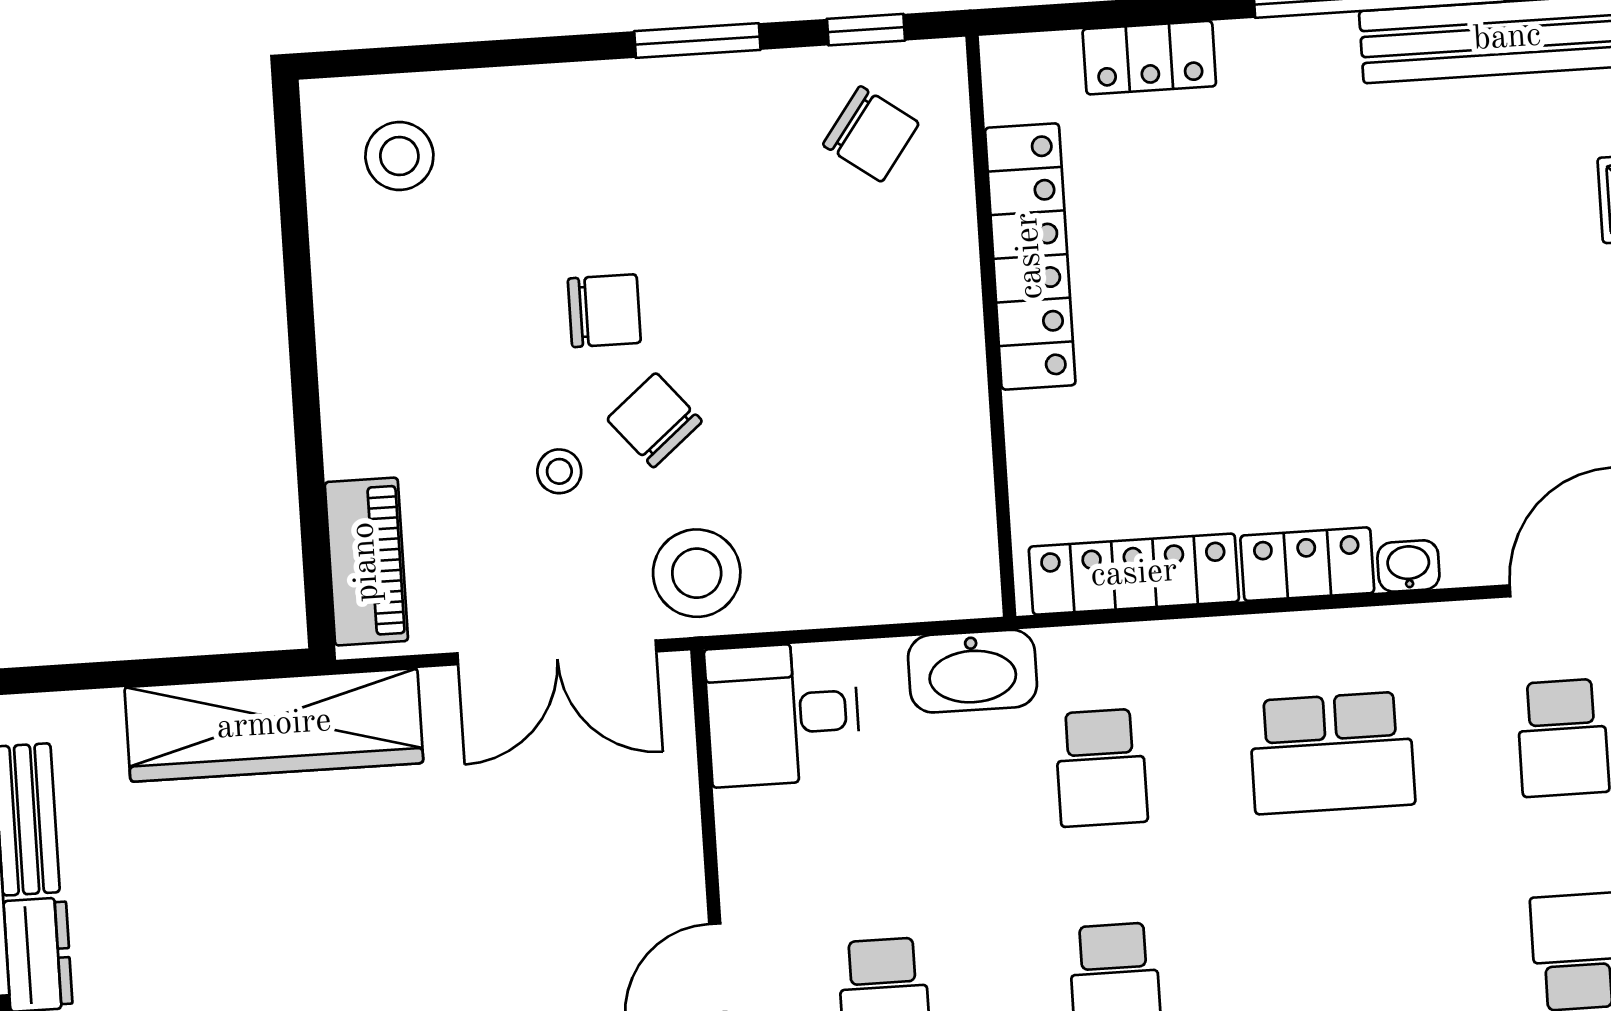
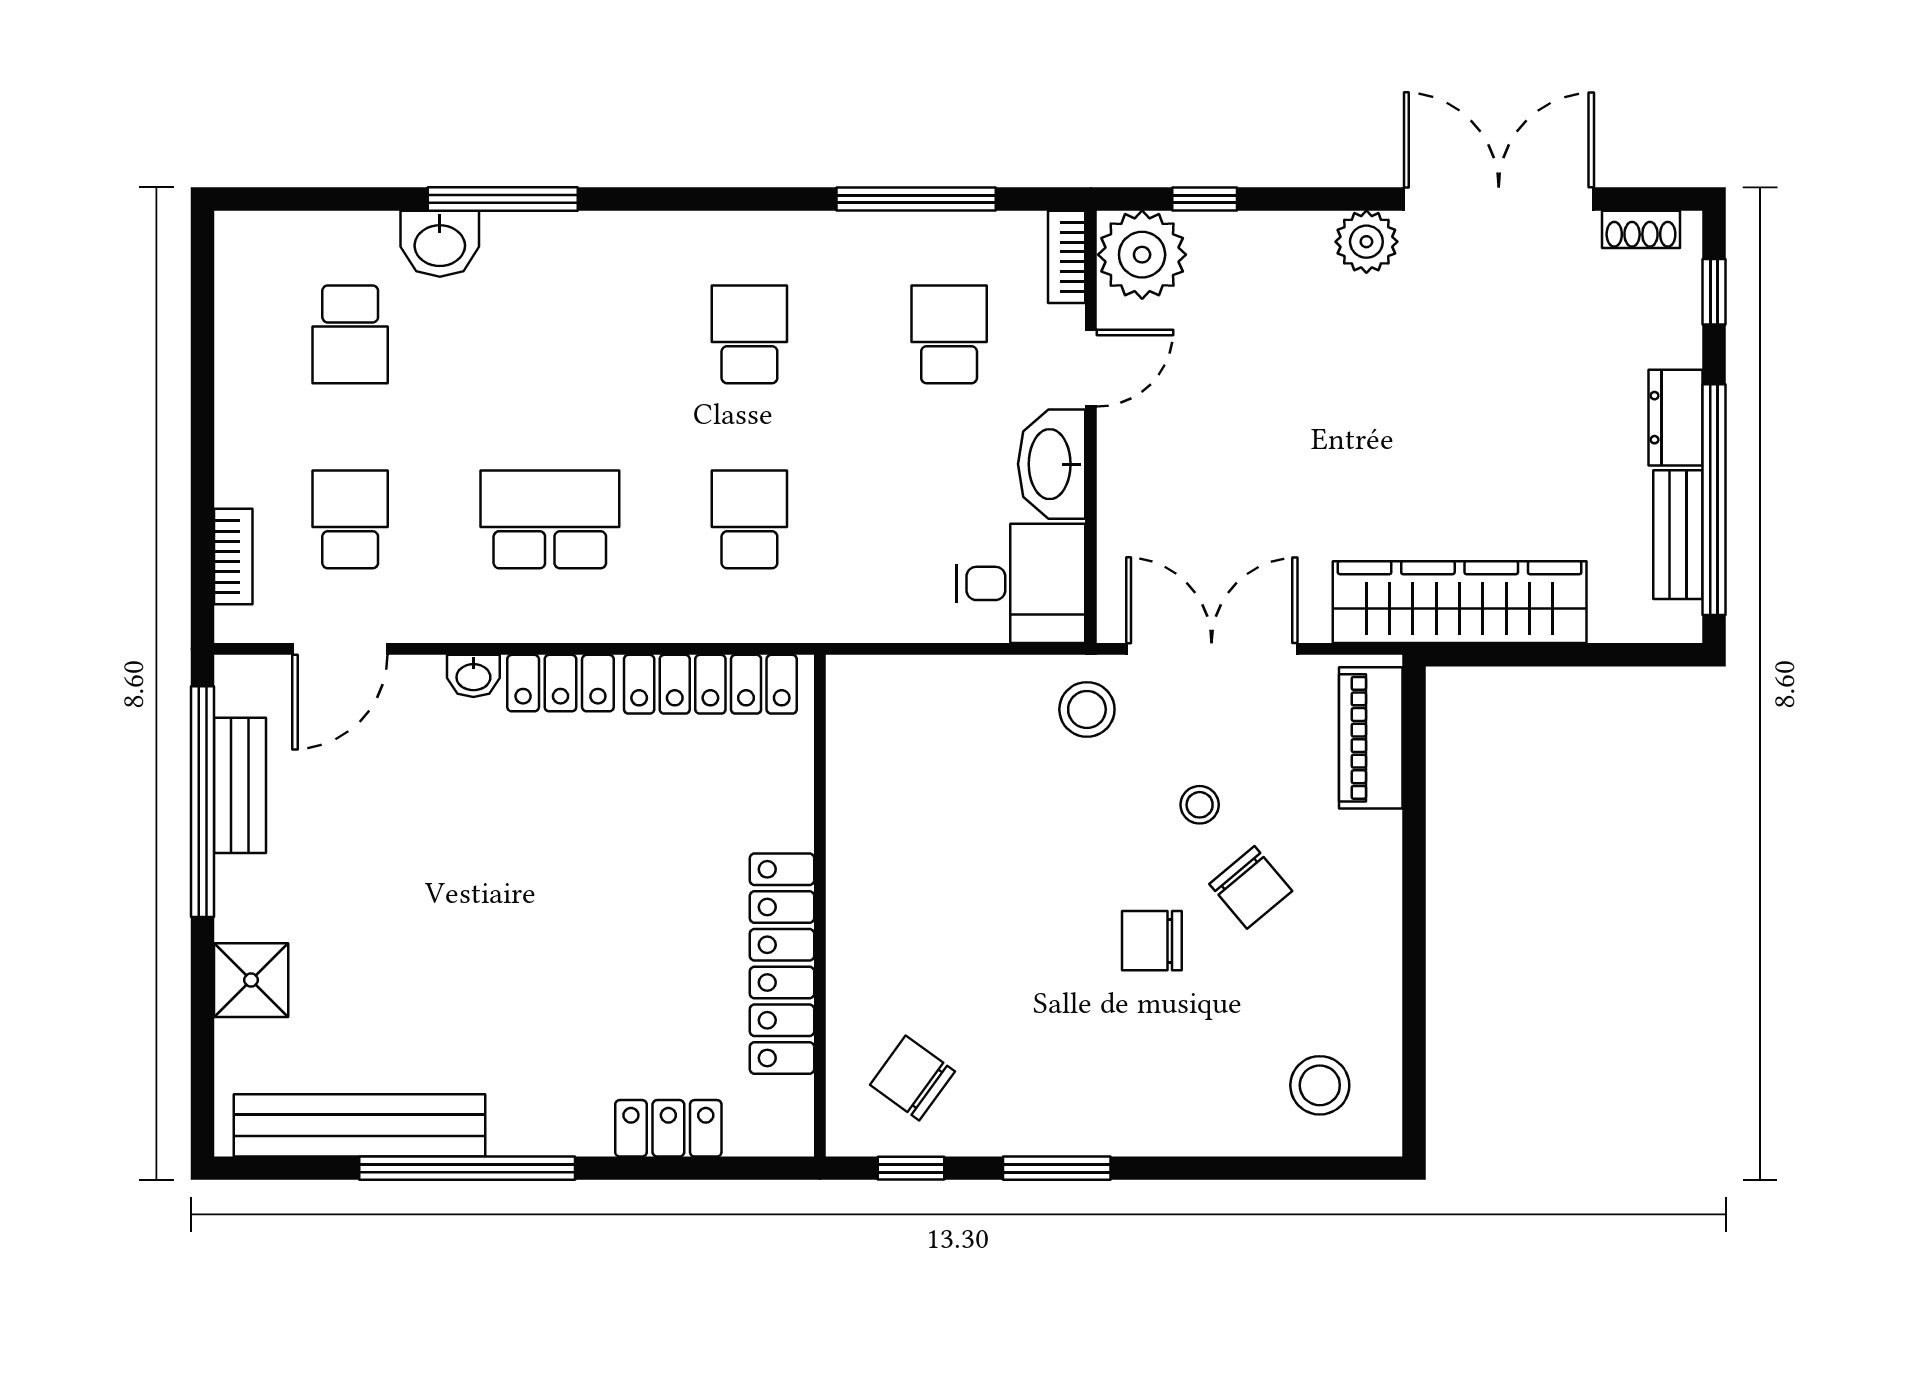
chair: (655, 420) -> (1251, 887), moved
stool: (697, 573) -> (1087, 709), width x0.73, depth x0.73
washbasin: (972, 671) -> (1052, 464), moved, turned -90

